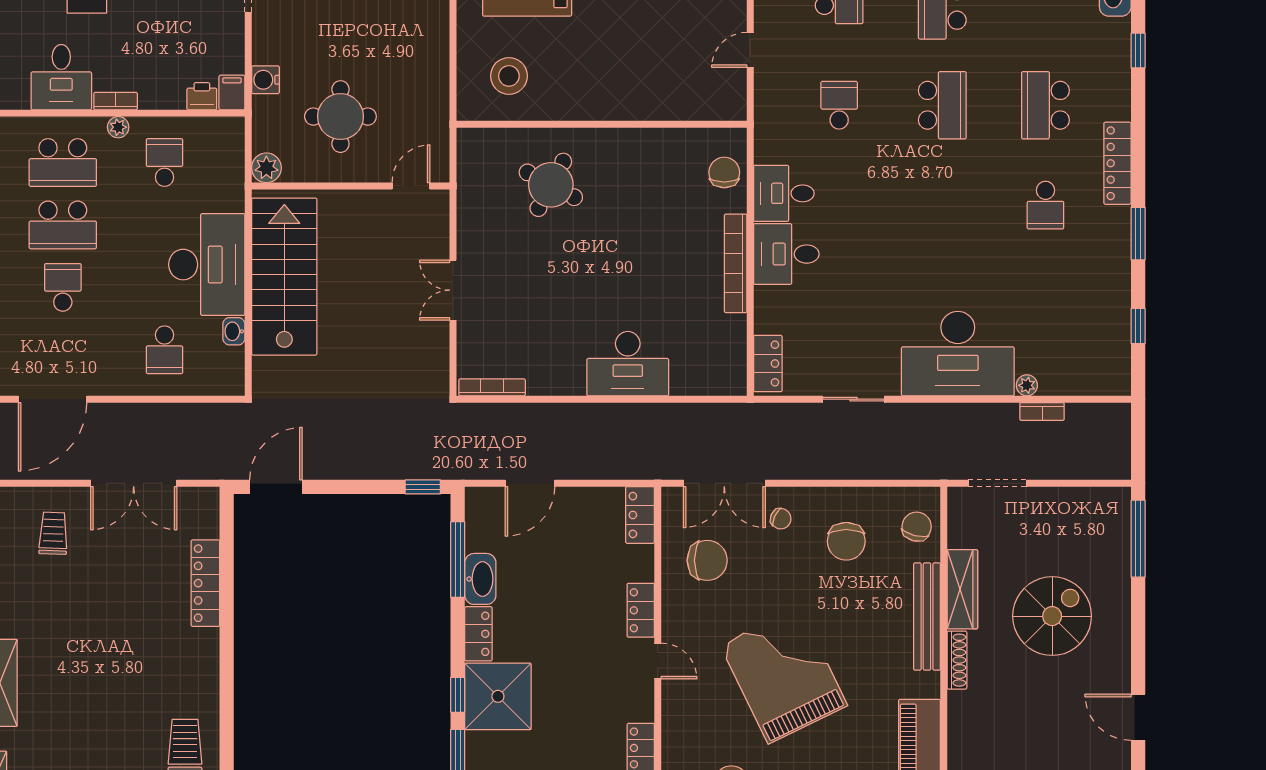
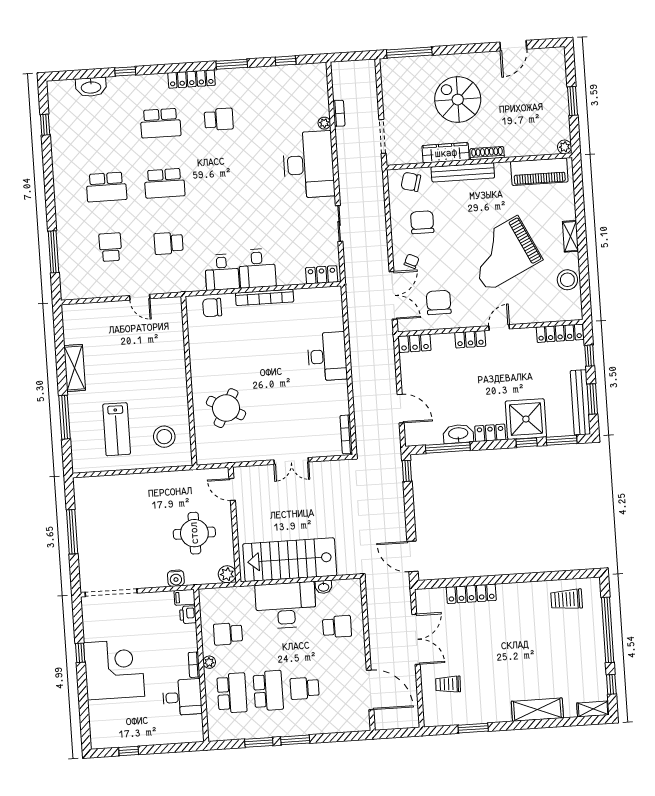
school desk: (942, 105) -> (165, 183), turned 180
chair: (846, 541) -> (422, 222), turned -90

